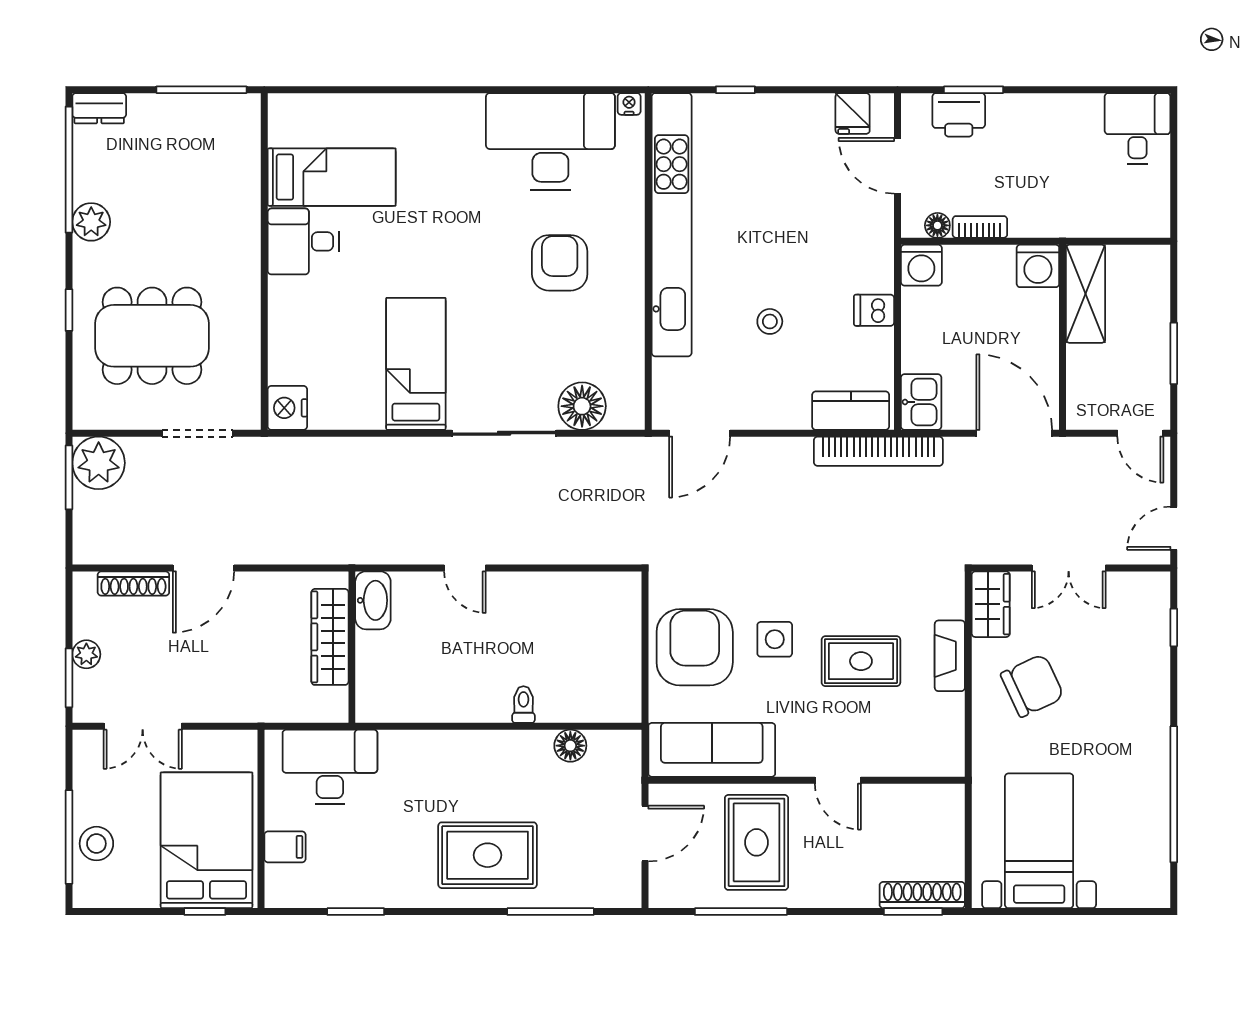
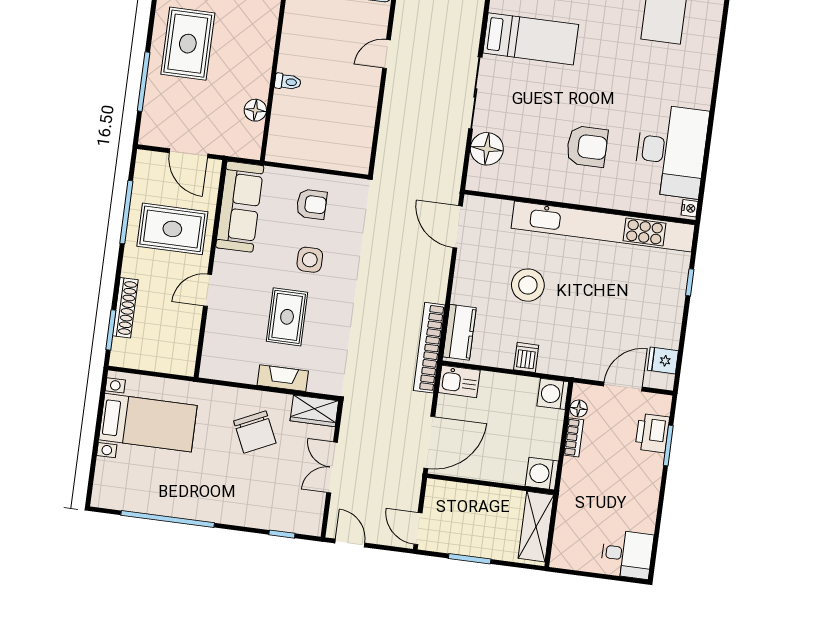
shelving: (1086, 294) -> (536, 527), moved, turned 90
stool: (770, 321) -> (528, 285), width x1.89, depth x1.89
door: (1140, 433) -> (418, 529), hinge flipped
armchair: (695, 647) -> (312, 204), width x0.53, depth x0.53
shoe rack: (922, 895) -> (125, 308), moved

